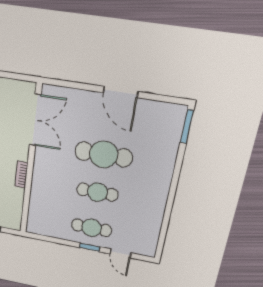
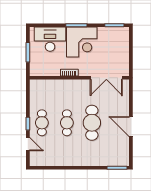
door: (121, 92) -> (131, 127), hinge flipped
door: (120, 253) -> (28, 144), swing flipped

